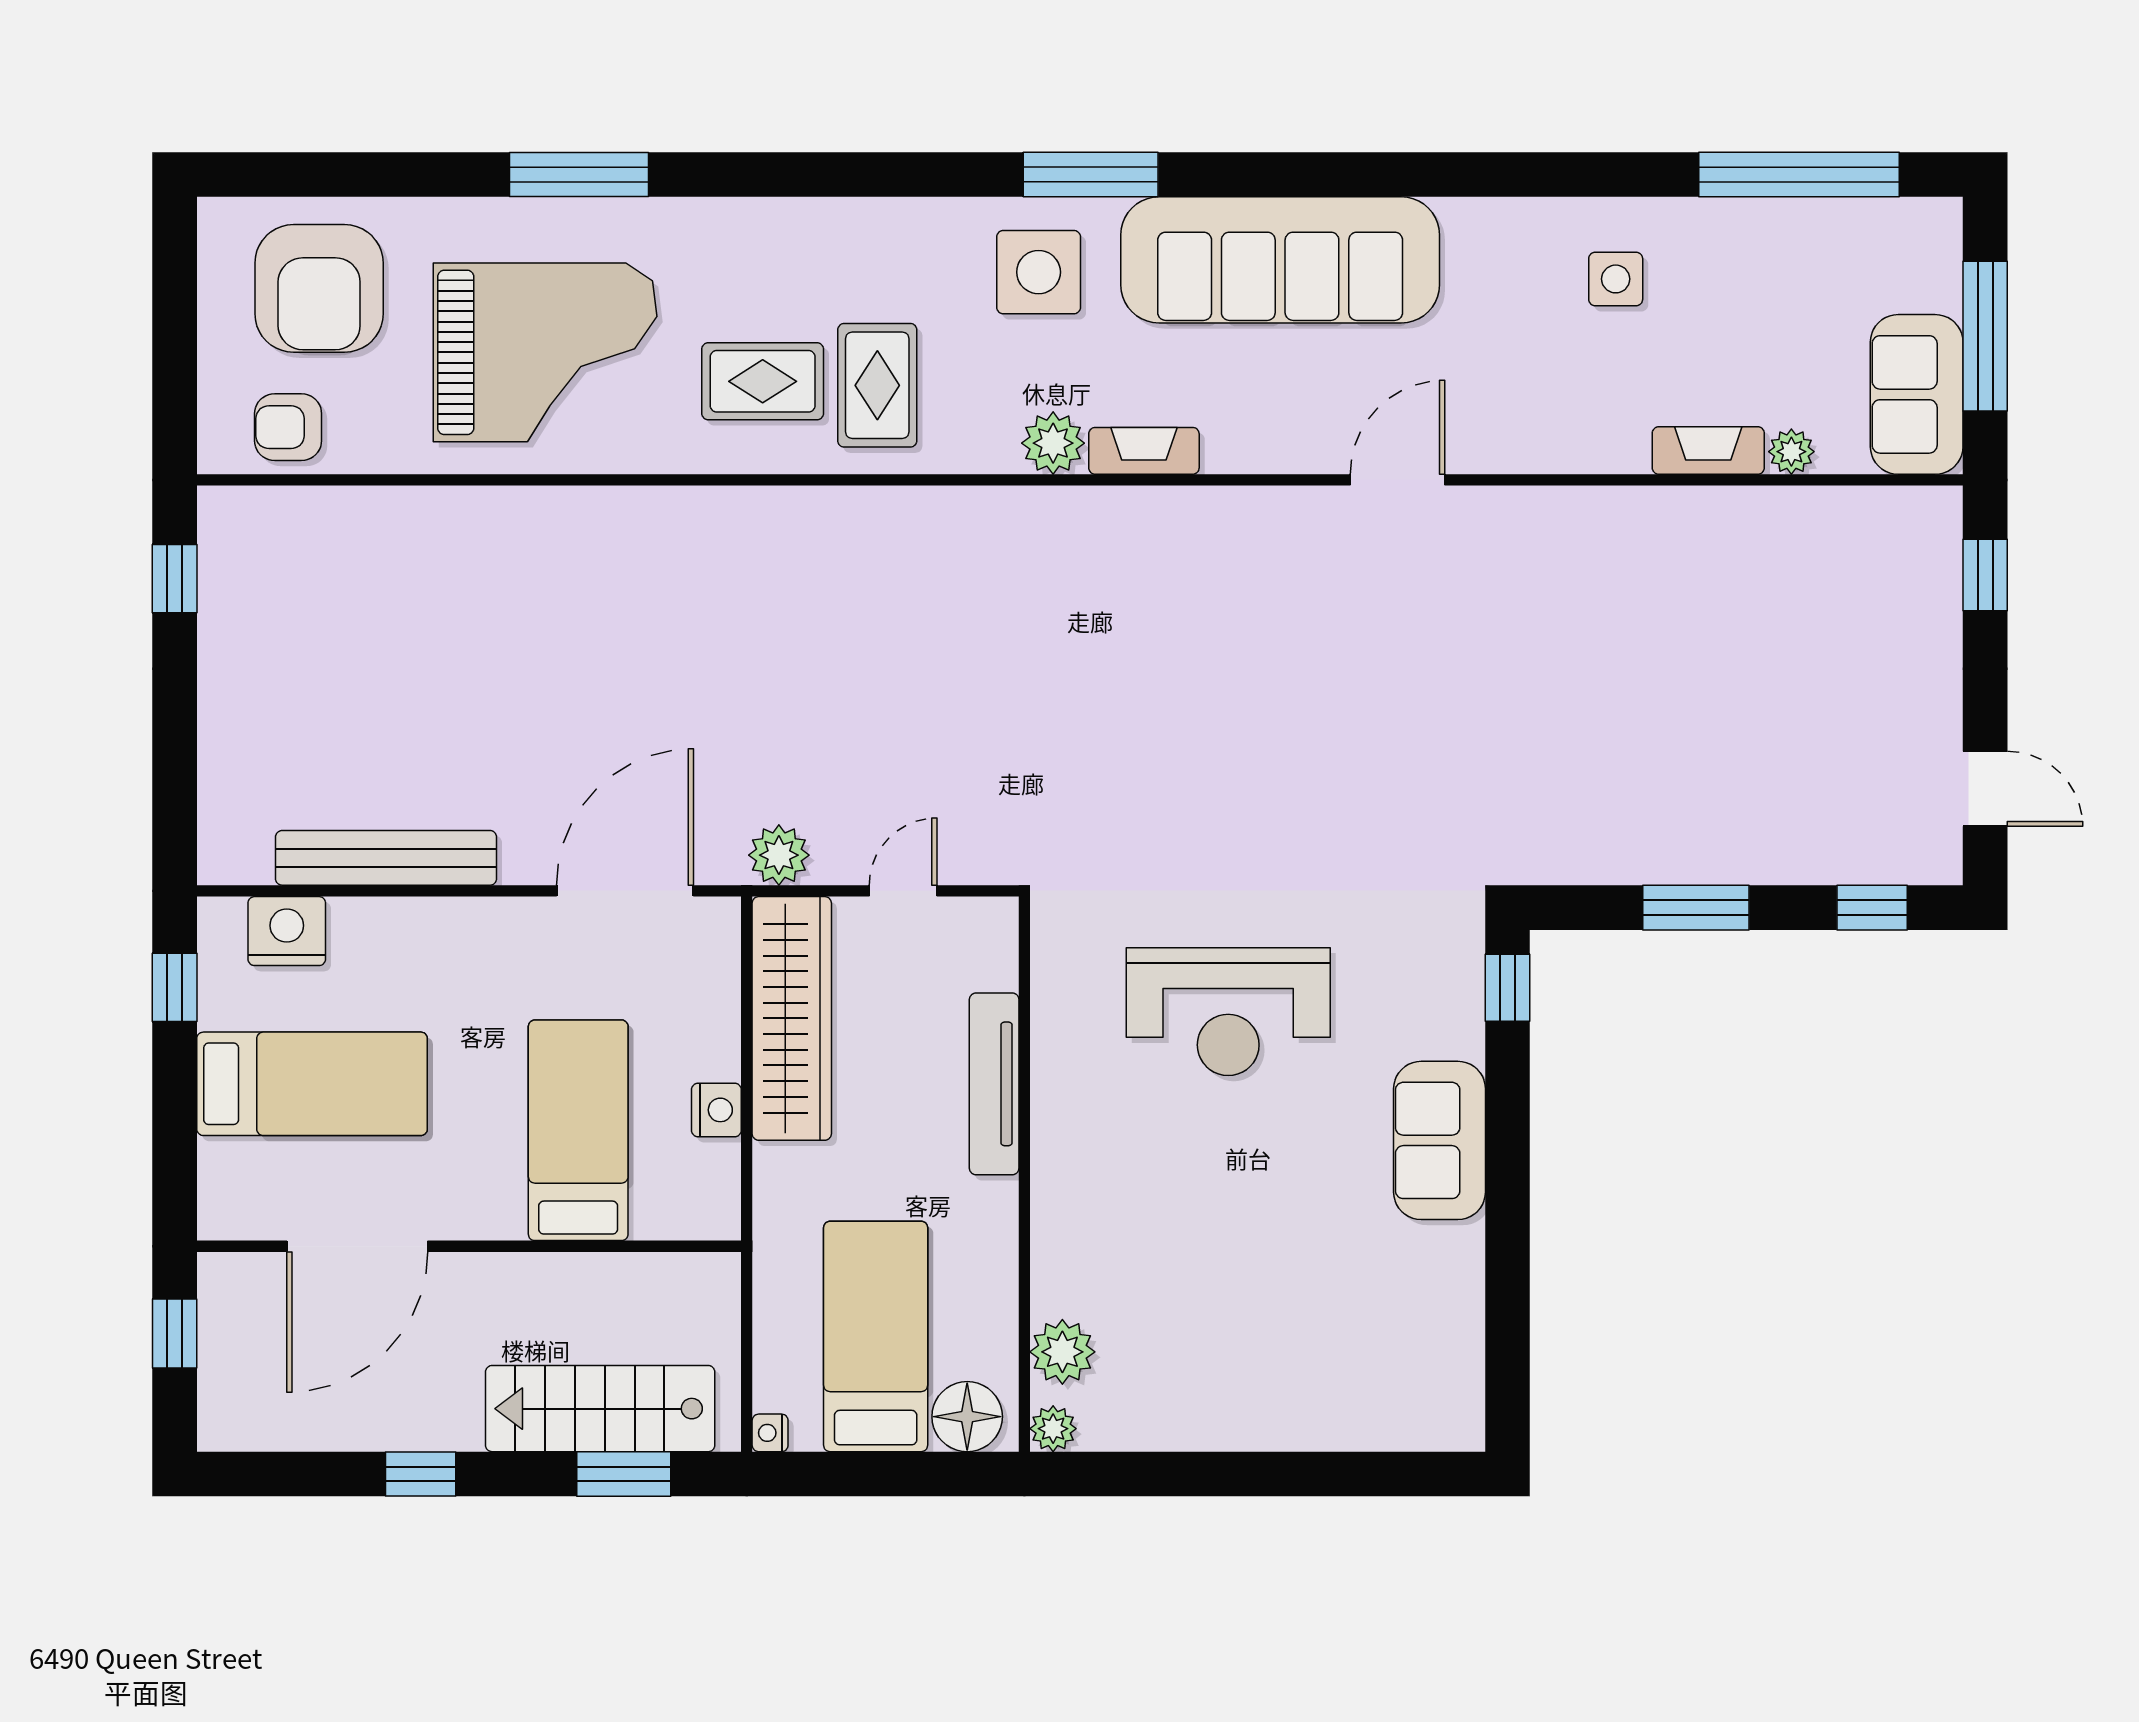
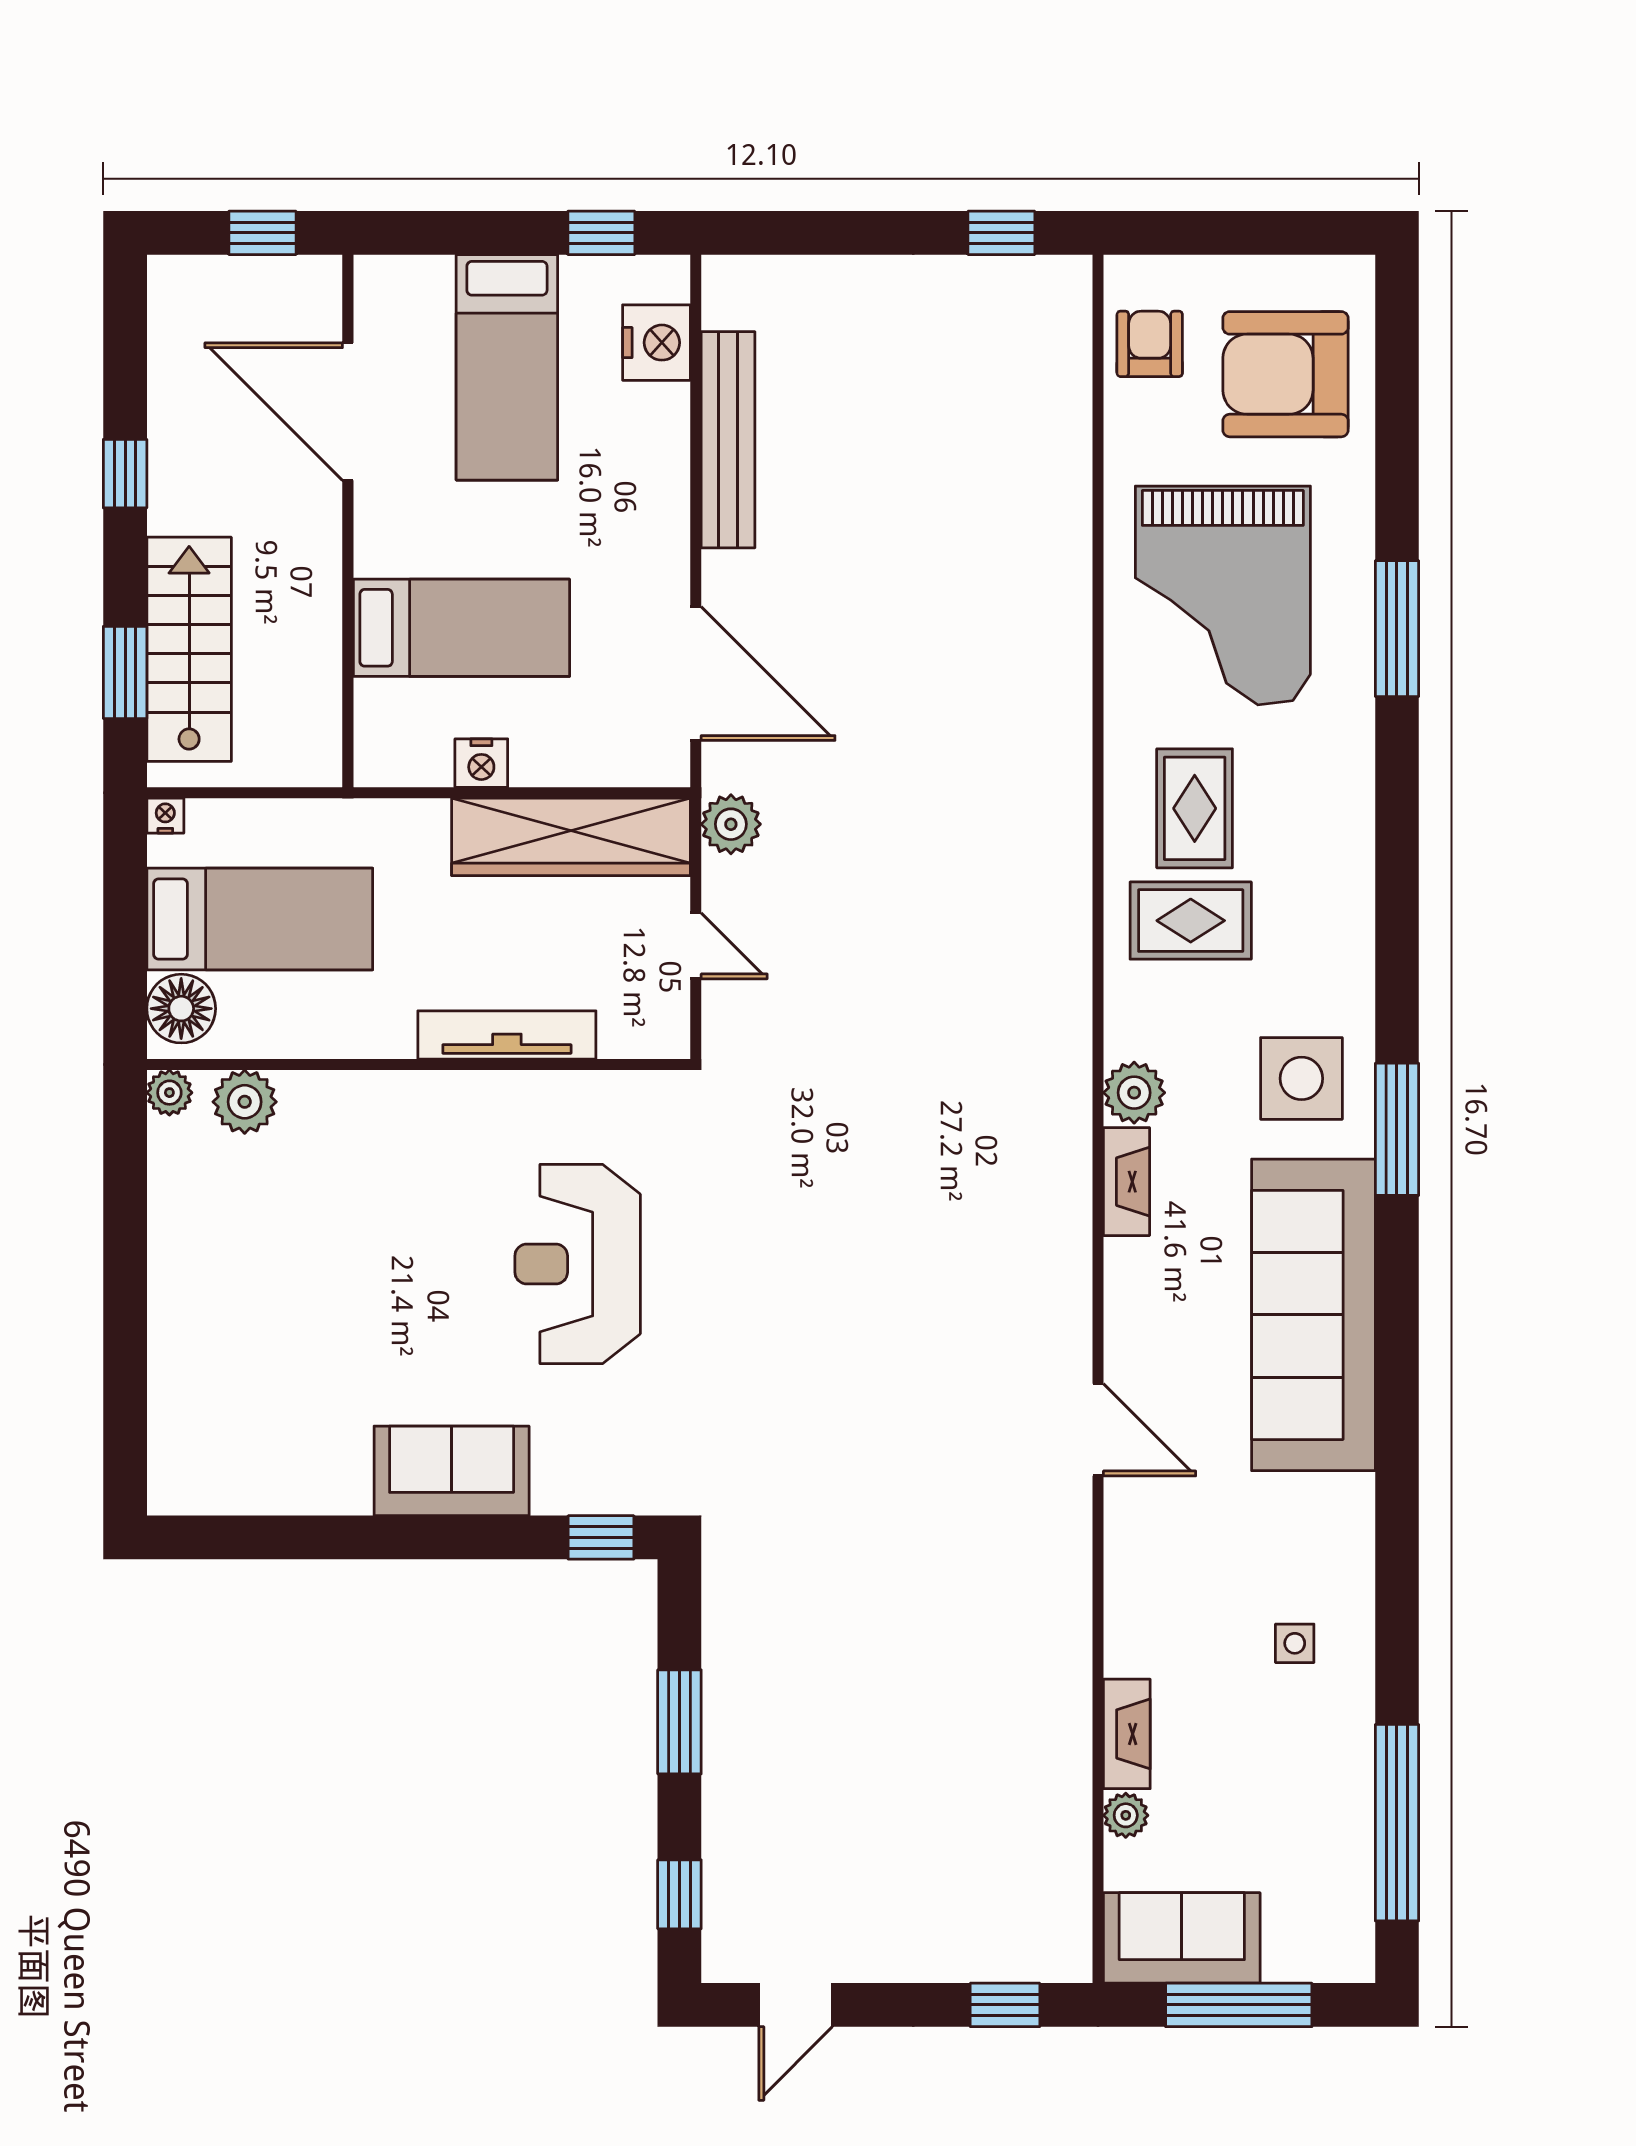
side table: (1616, 279) -> (1295, 1643), width x0.73, depth x0.73

